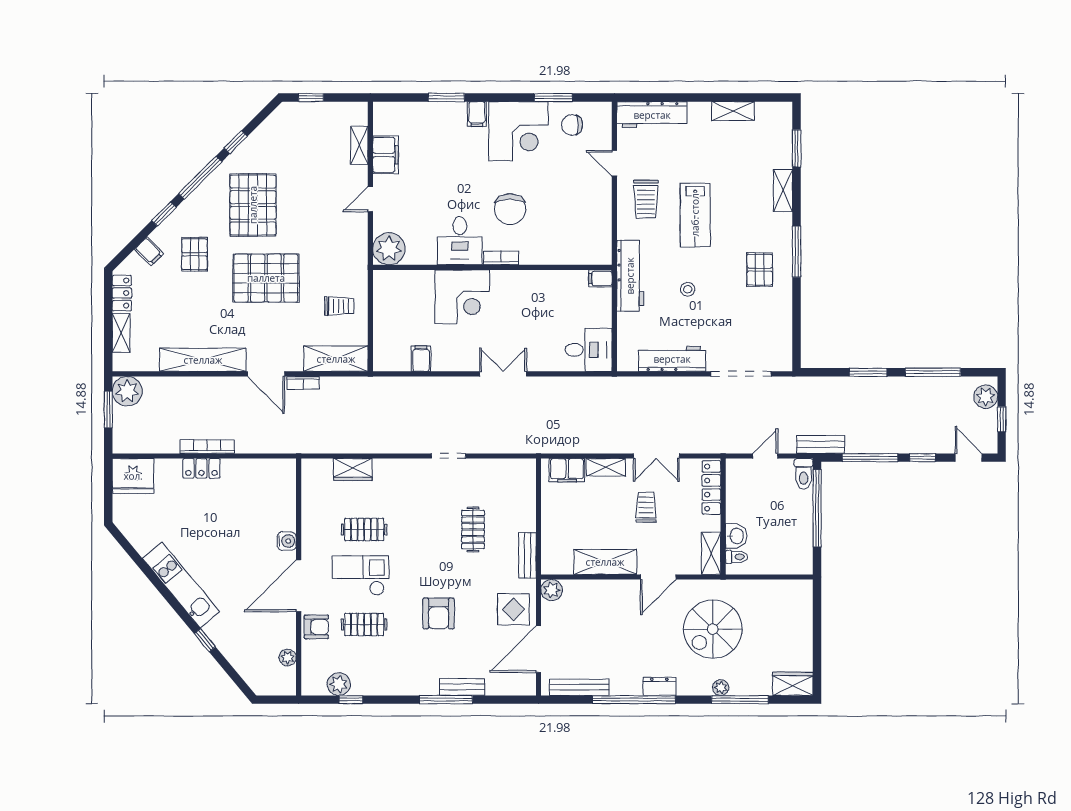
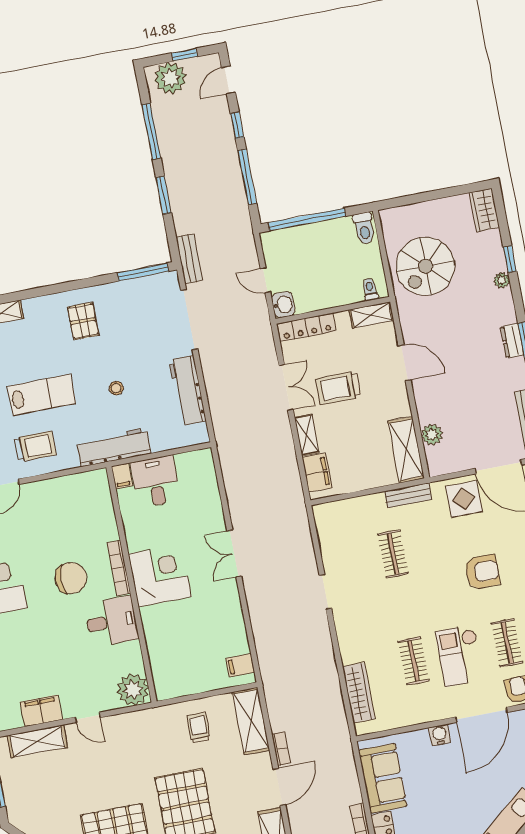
shelving: (359, 145) -> (37, 741), width x1.50, depth x1.33
window: (797, 252) -> (143, 272), moved
bookcase: (501, 258) -> (119, 568), width x1.56
pallet: (760, 270) -> (83, 321), turned 90
corner desk: (462, 297) -> (160, 575), moved
desk: (589, 350) -> (156, 482), moved
filing cabinet: (421, 359) -> (240, 665), moved
plant: (986, 397) -> (170, 78), width x1.36, depth x1.36
bench: (821, 444) -> (189, 259), moved
wardrobe: (353, 470) -> (359, 693), width x1.50
toilet: (804, 474) -> (364, 228), moved, turned 90
sofa: (255, 477) -> (383, 778), added
trolley: (646, 507) -> (338, 388), width x1.36, depth x1.39
clothes rail: (473, 530) -> (393, 554), turned 90
washbasin: (736, 536) -> (283, 305), moved, turned 90
shelving: (605, 562) -> (406, 450), moved
door: (299, 586) -> (481, 715), hinge flipped
plant: (552, 590) -> (432, 434), moved
spiral stairs: (713, 629) -> (426, 266), moved, turned 90
window: (740, 700) -> (510, 259), width x0.46

